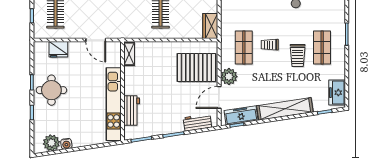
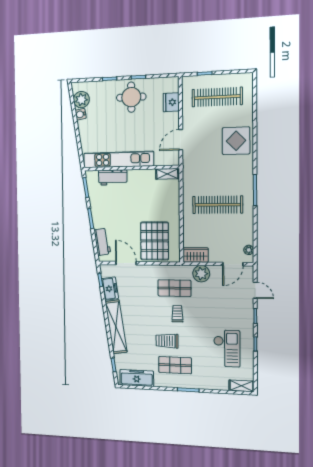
plant: (229, 77) -> (201, 274), moved
freezer: (337, 93) -> (137, 378), width x1.40
freezer: (241, 115) -> (110, 289), width x0.71

